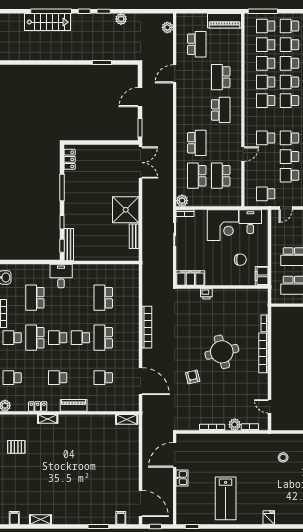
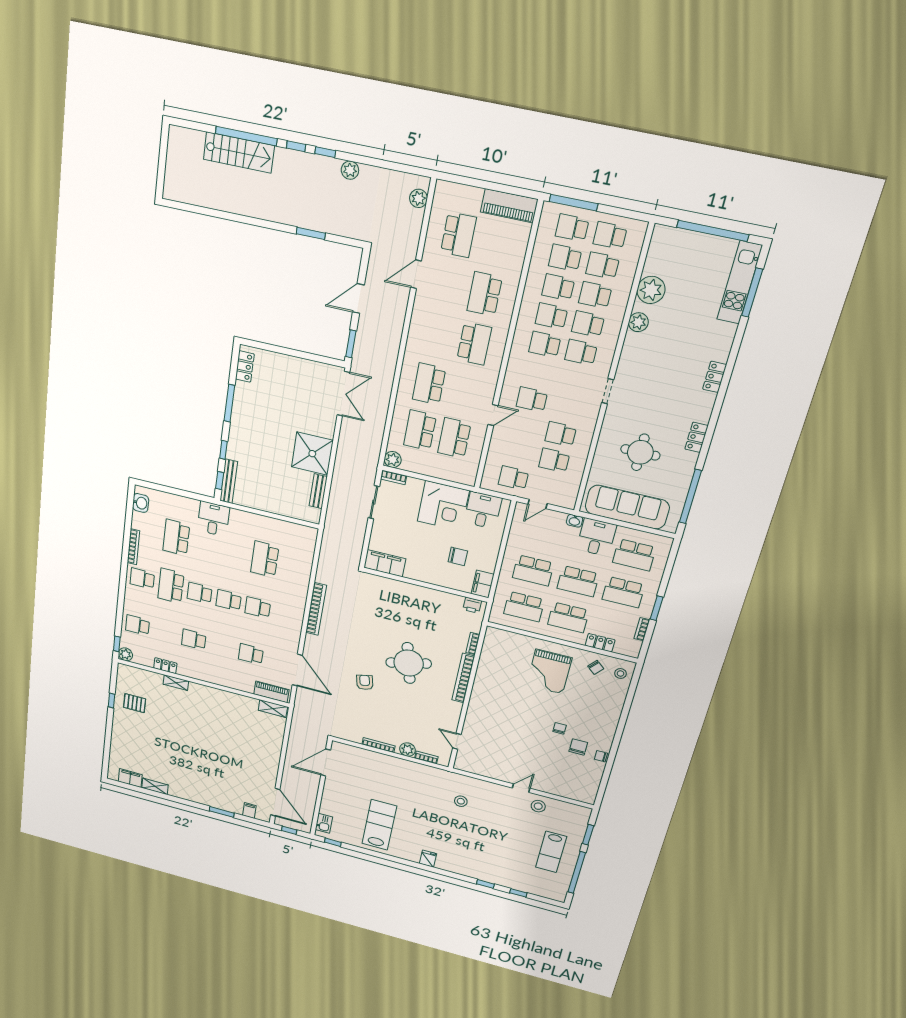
school desk: (289, 138) -> (567, 407), removed
school desk: (197, 143) -> (429, 384), turned 180
printer: (206, 294) -> (472, 605), moved
school desk: (103, 338) -> (258, 608), width x0.54
piano: (74, 405) -> (271, 692), moved
kitchen sink: (182, 478) -> (324, 823), moved
lab bench: (226, 498) -> (379, 825), turned 180
filing cabinet: (14, 518) -> (130, 778), width x2.00

